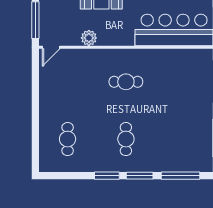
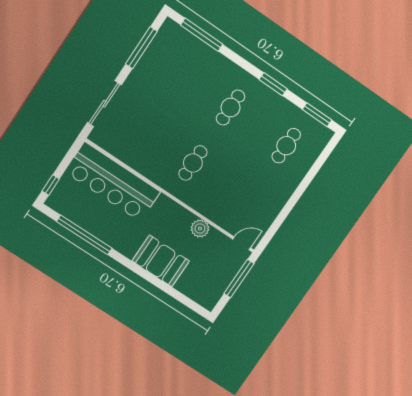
cafe table: (126, 82) -> (193, 163), turned 90
window: (140, 176) -> (317, 115), moved

